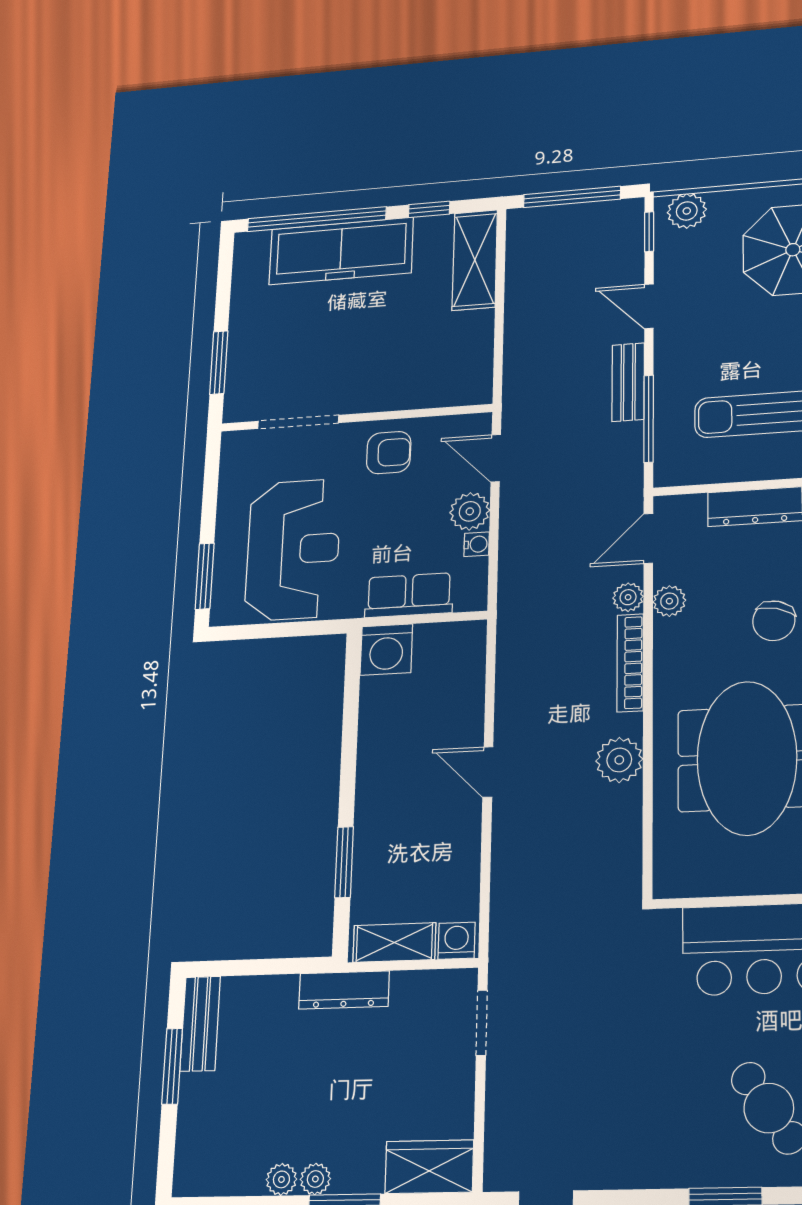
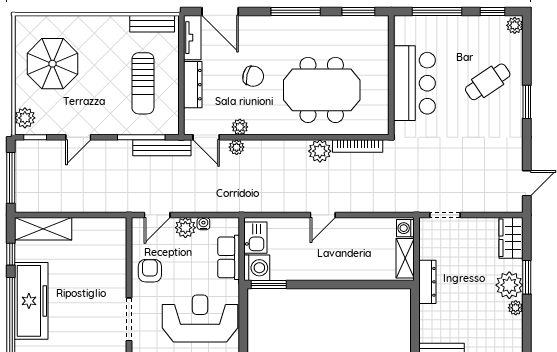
bench: (628, 382) -> (162, 148), moved, width x1.36
kitchen sink: (446, 644) -> (255, 238), added
bookcase: (630, 663) -> (358, 146), moved
window: (344, 862) -> (269, 285), moved
plant: (315, 1179) -> (509, 285), width x1.88, depth x1.88

